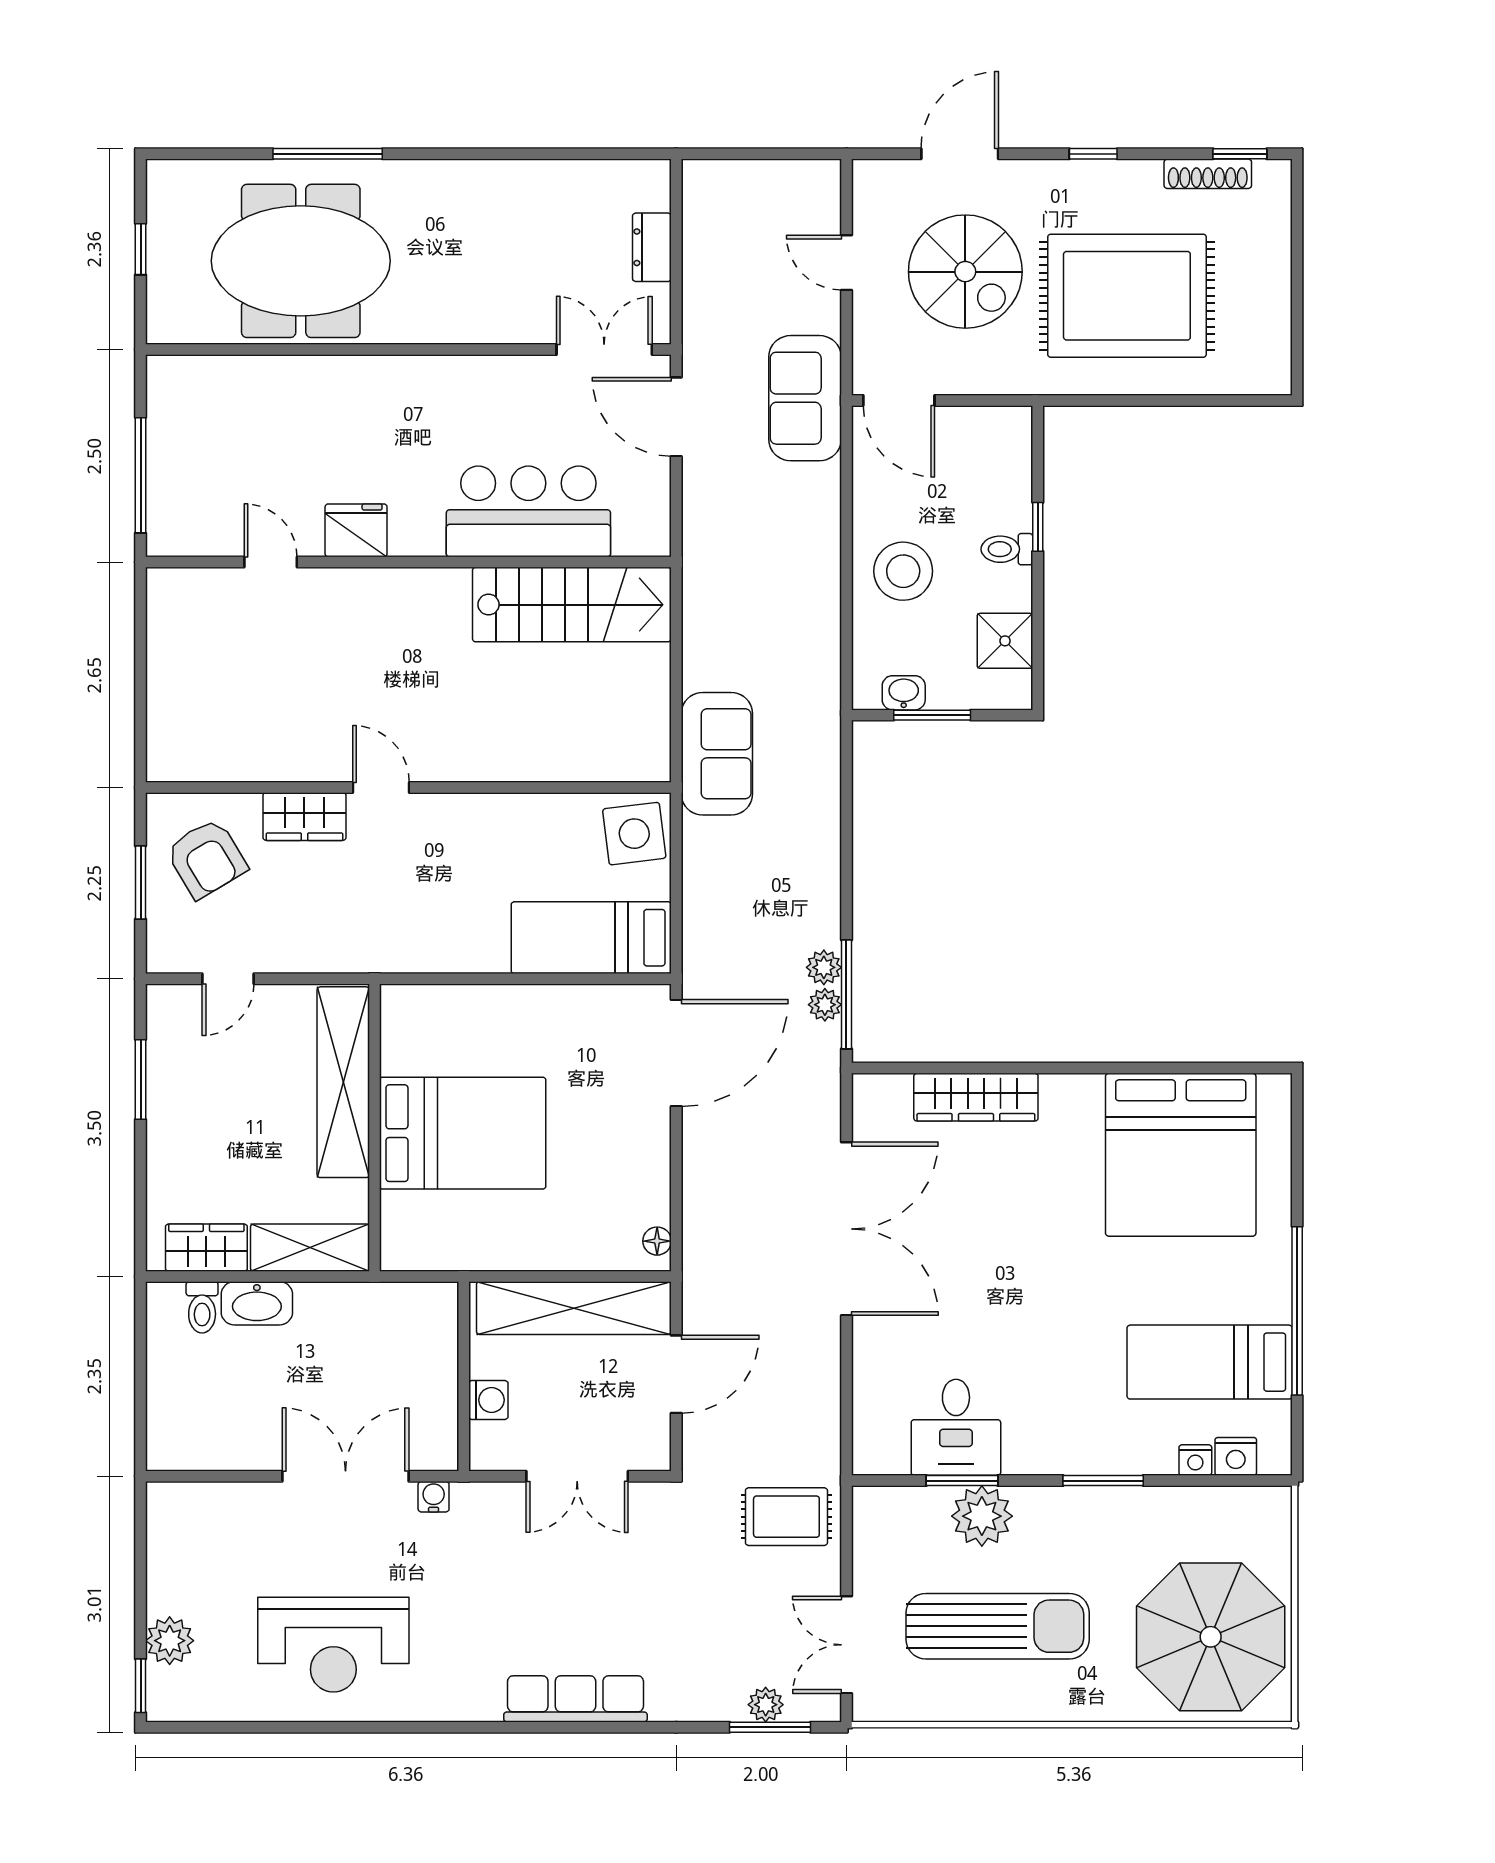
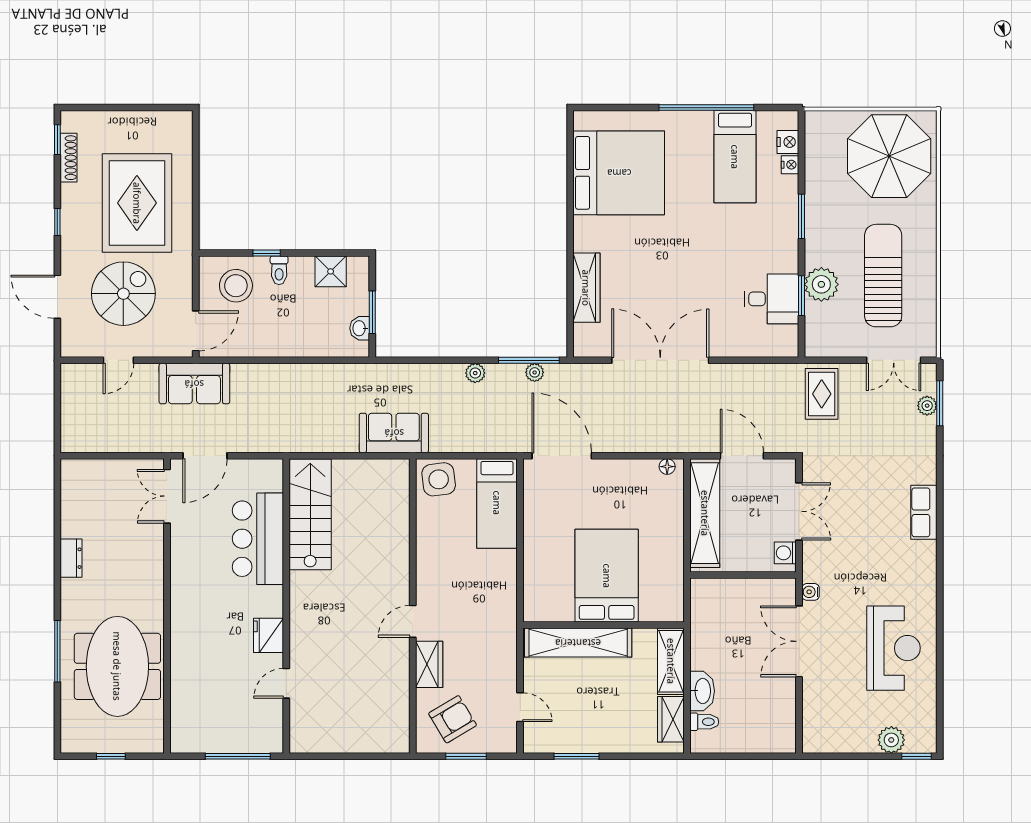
dresser: (652, 247) -> (71, 558), moved, turned -90
stool: (903, 571) -> (236, 286), moved
plant: (824, 967) -> (475, 373), moved
washing machine: (488, 1400) -> (785, 553), moved, turned -90
row of seats: (575, 1699) -> (924, 512), width x0.68

